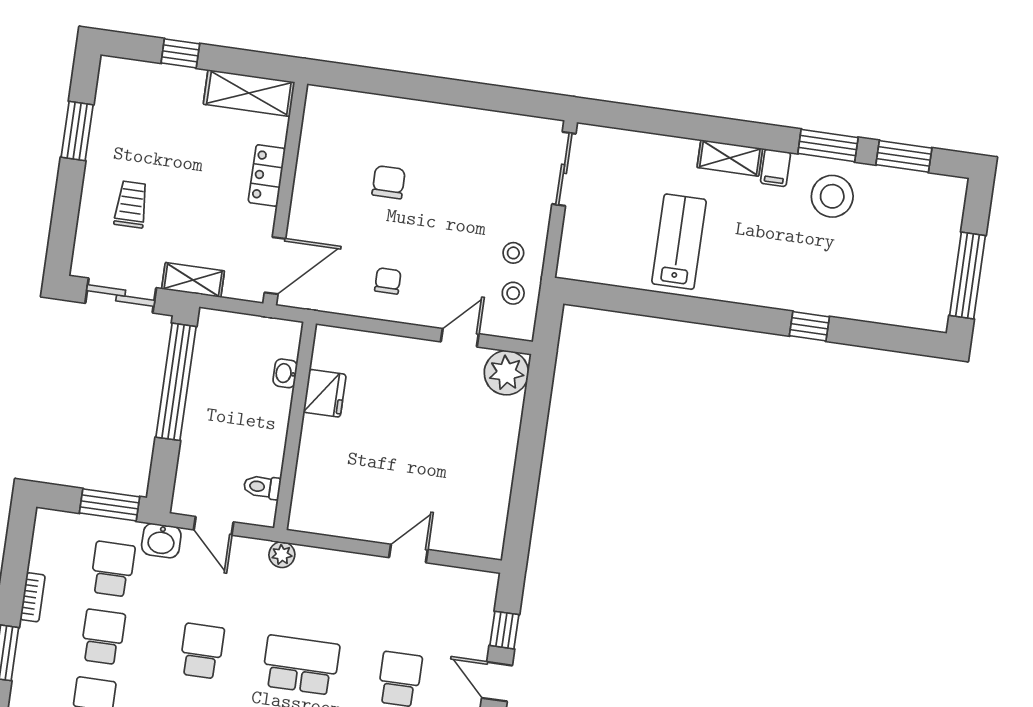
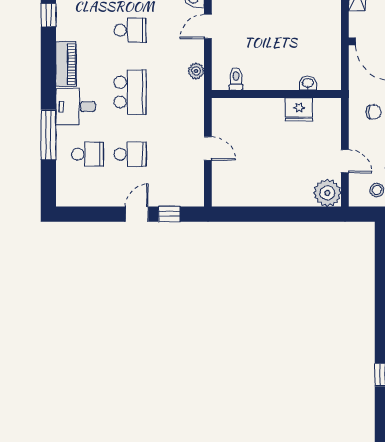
washbasin: (285, 373) -> (308, 83), moved
fridge: (325, 393) -> (299, 109), moved
wall: (295, 426) -> (276, 94), moved
toilet: (262, 487) -> (236, 79), moved

